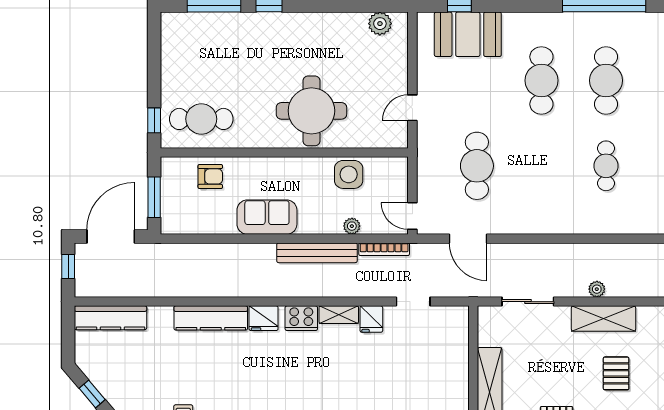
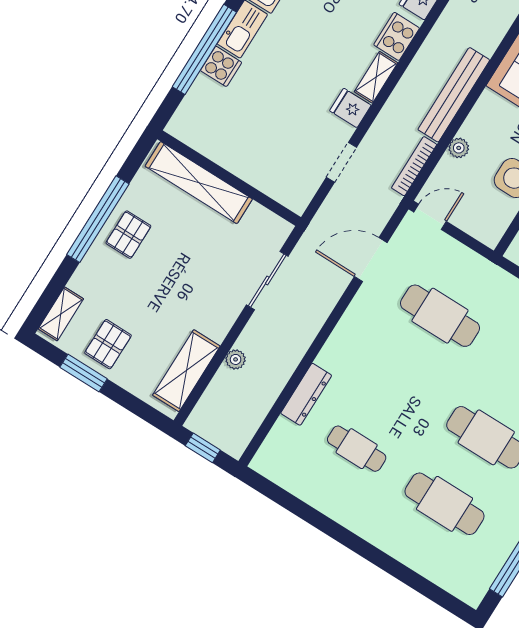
dresser: (590, 225) -> (306, 394), added
shelving: (603, 319) -> (186, 371), moved
pallet: (616, 373) -> (108, 344), moved, turned 90

